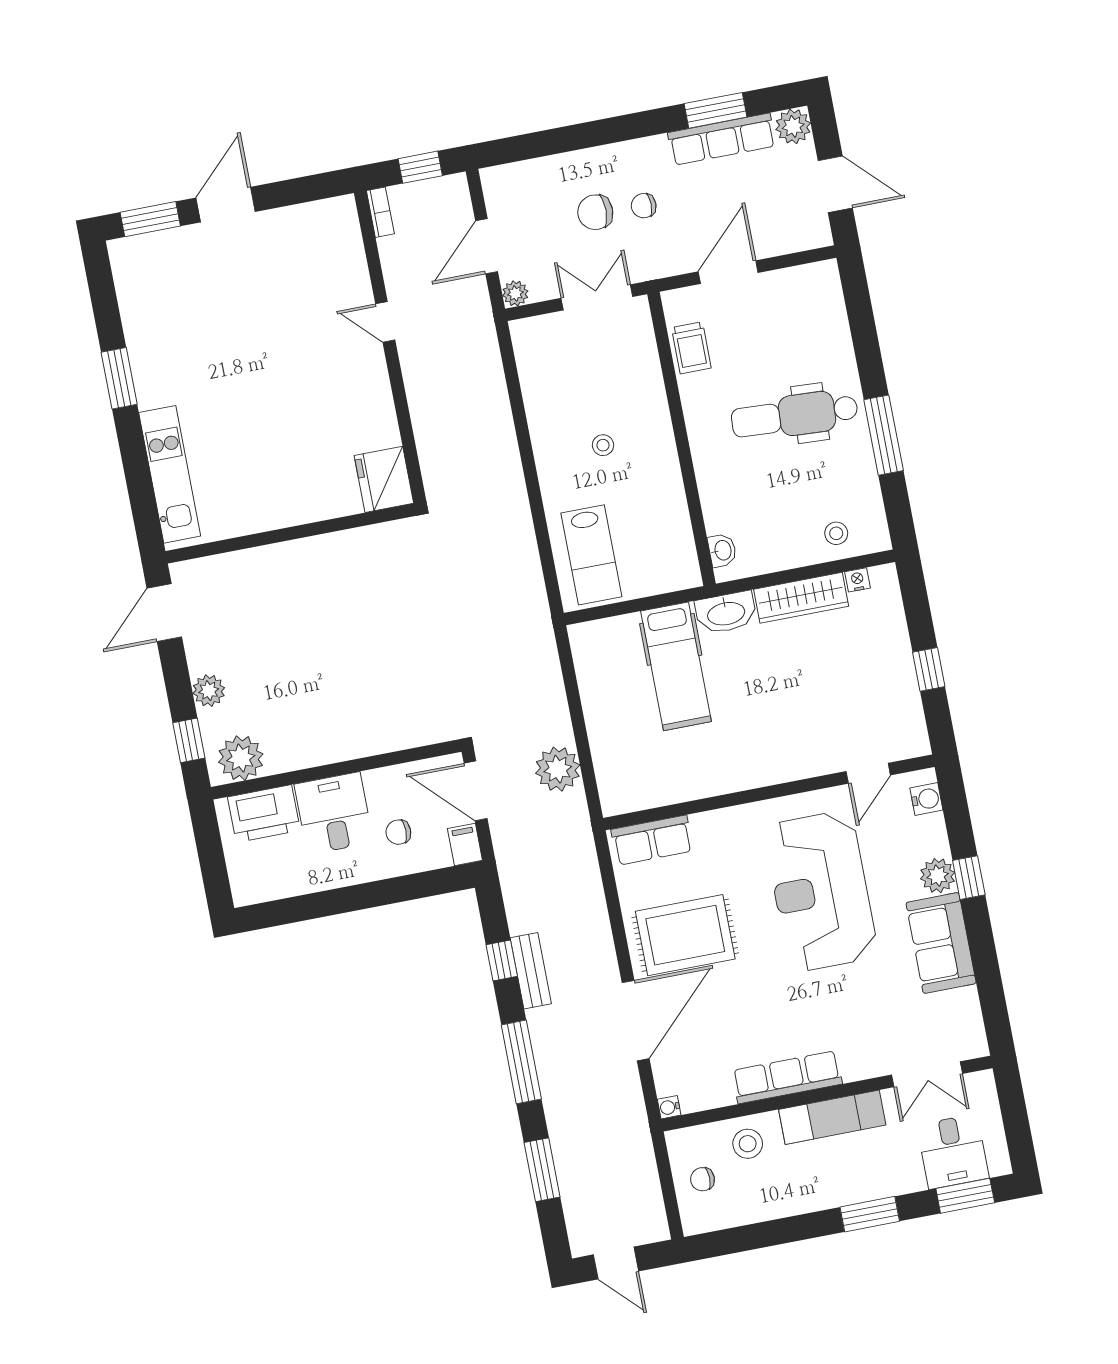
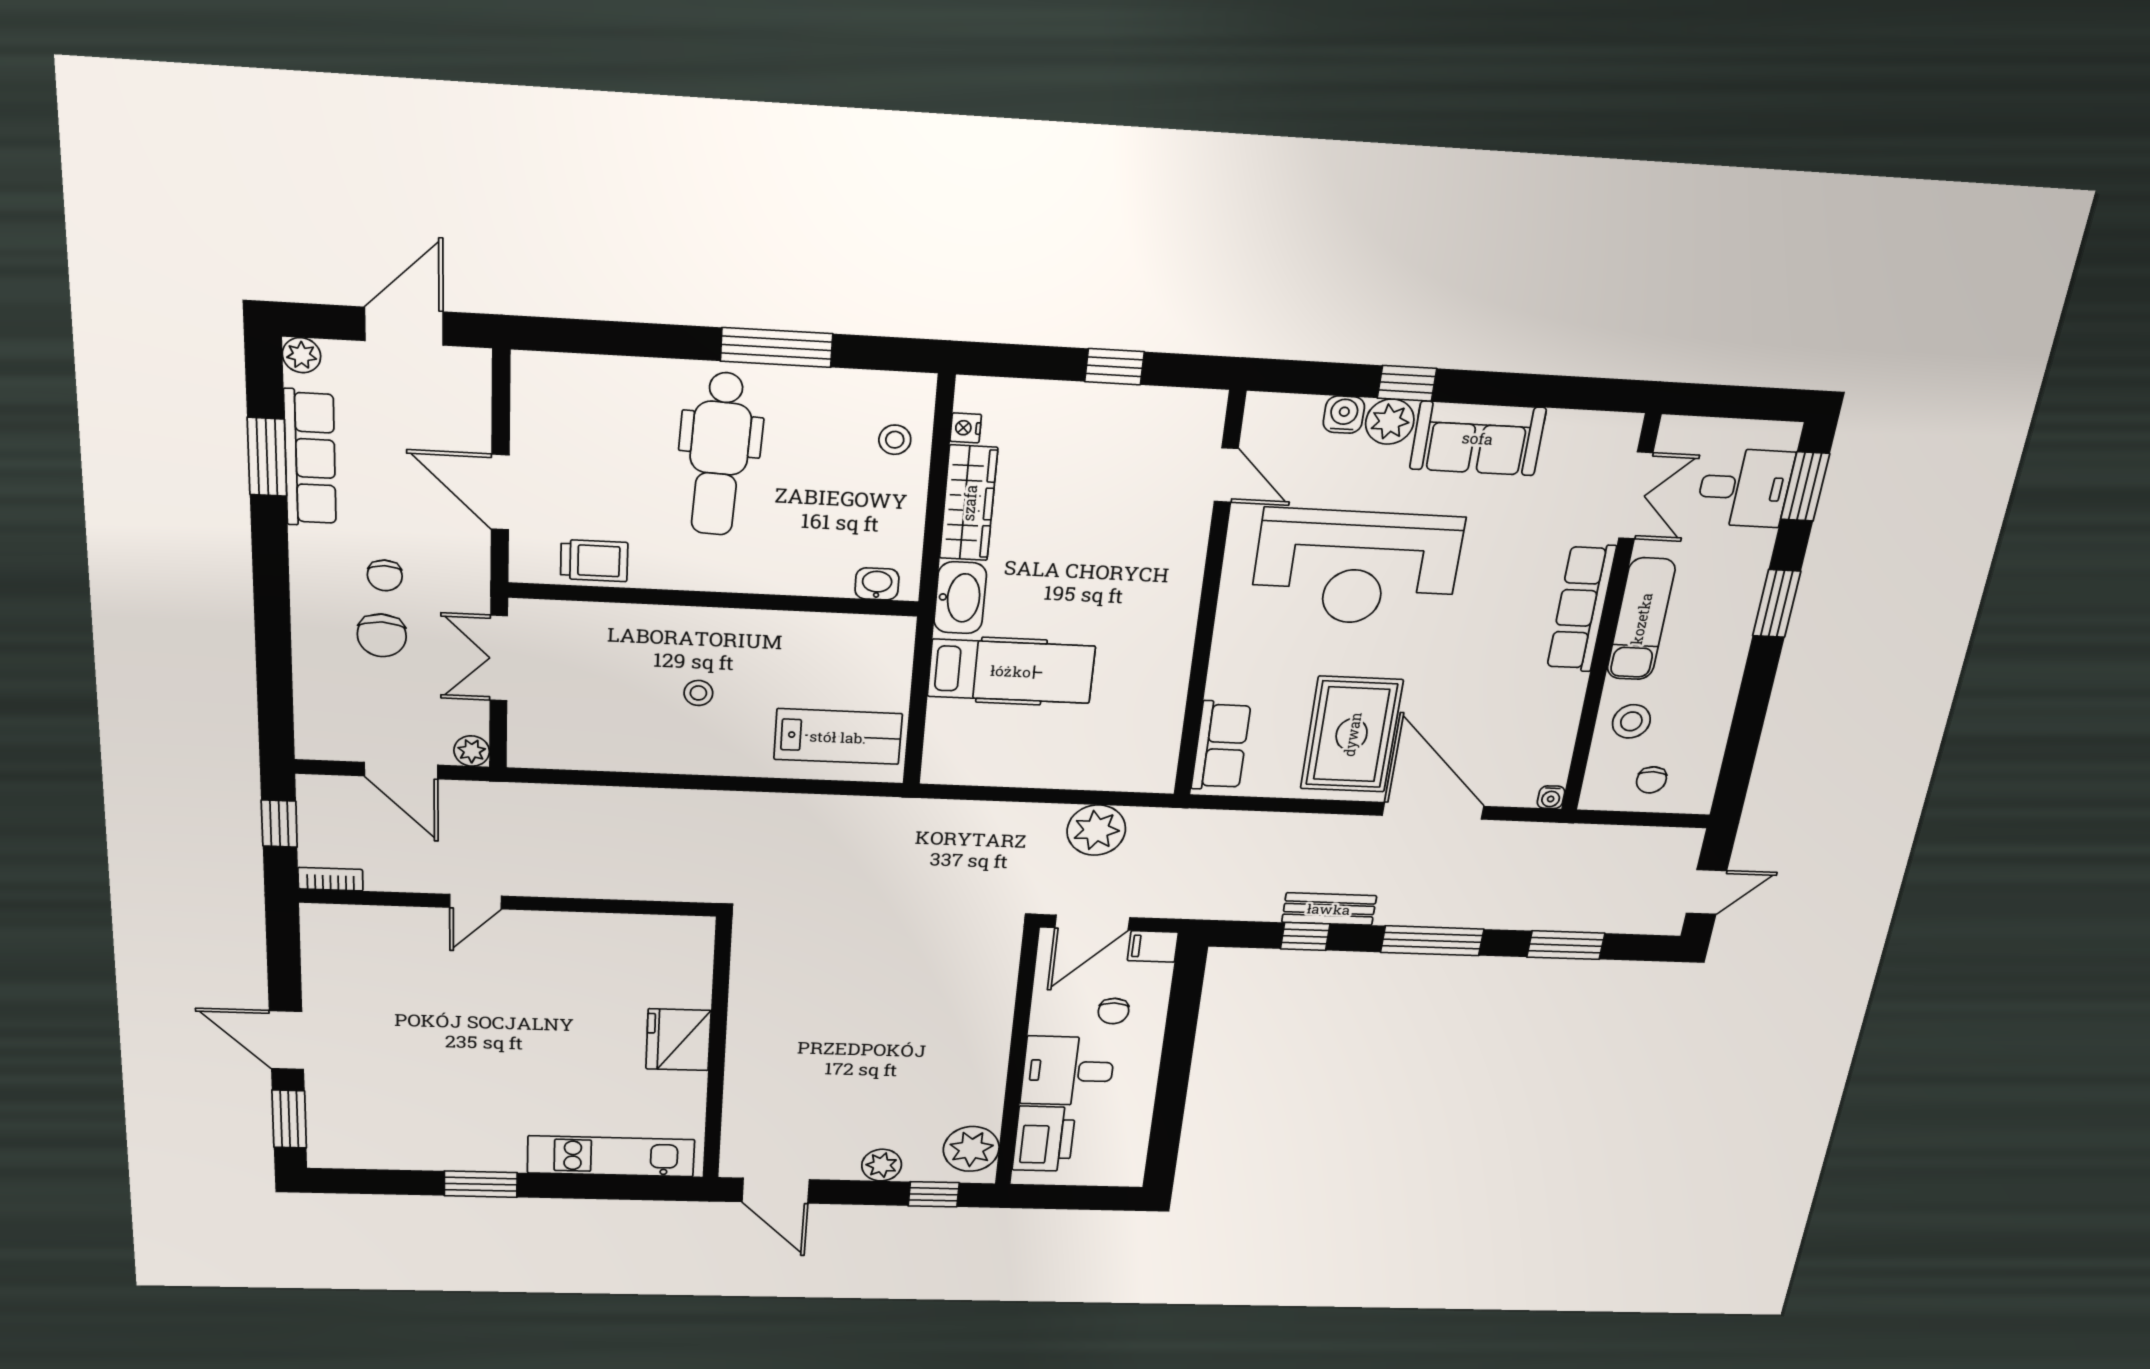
plant: (793, 126) -> (301, 355), width x0.73, depth x0.73
fridge: (384, 479) -> (678, 1040), moved, turned 90
water cooler: (926, 799) -> (1344, 415), moved
row of seats: (787, 1077) -> (1581, 608), moved

